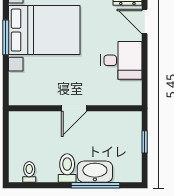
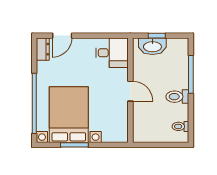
desk: (121, 60) -> (112, 53), moved, turned 90
washbasin: (95, 172) -> (152, 46), moved, turned -90

